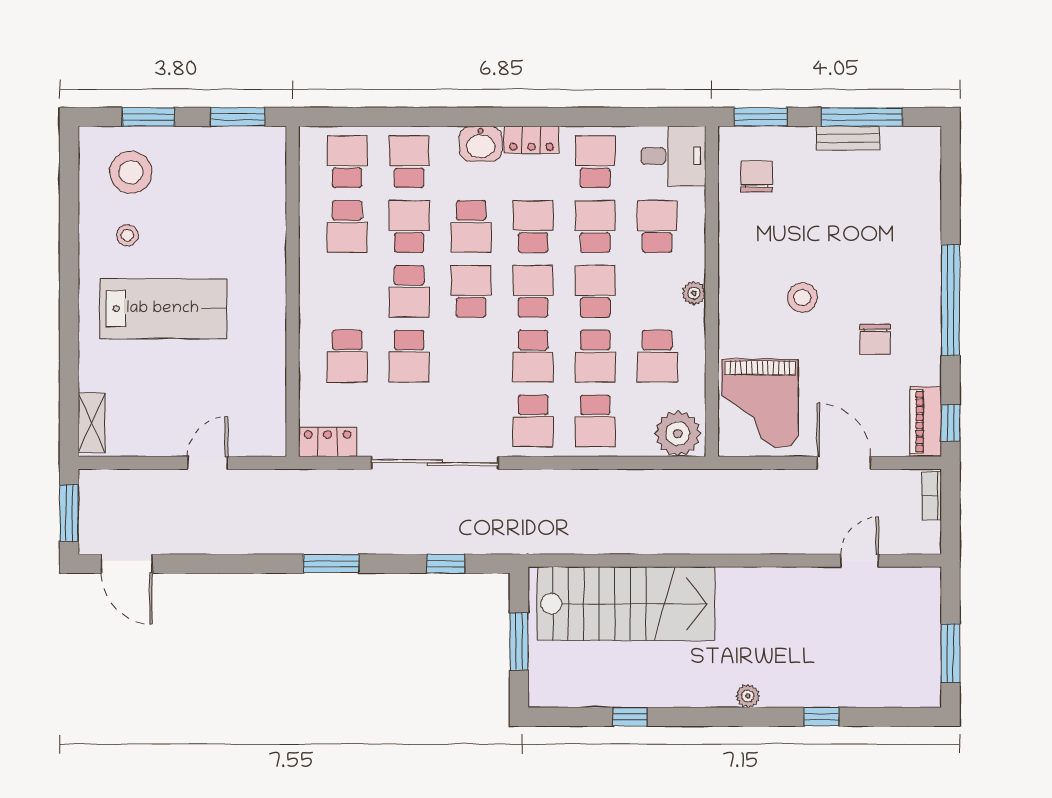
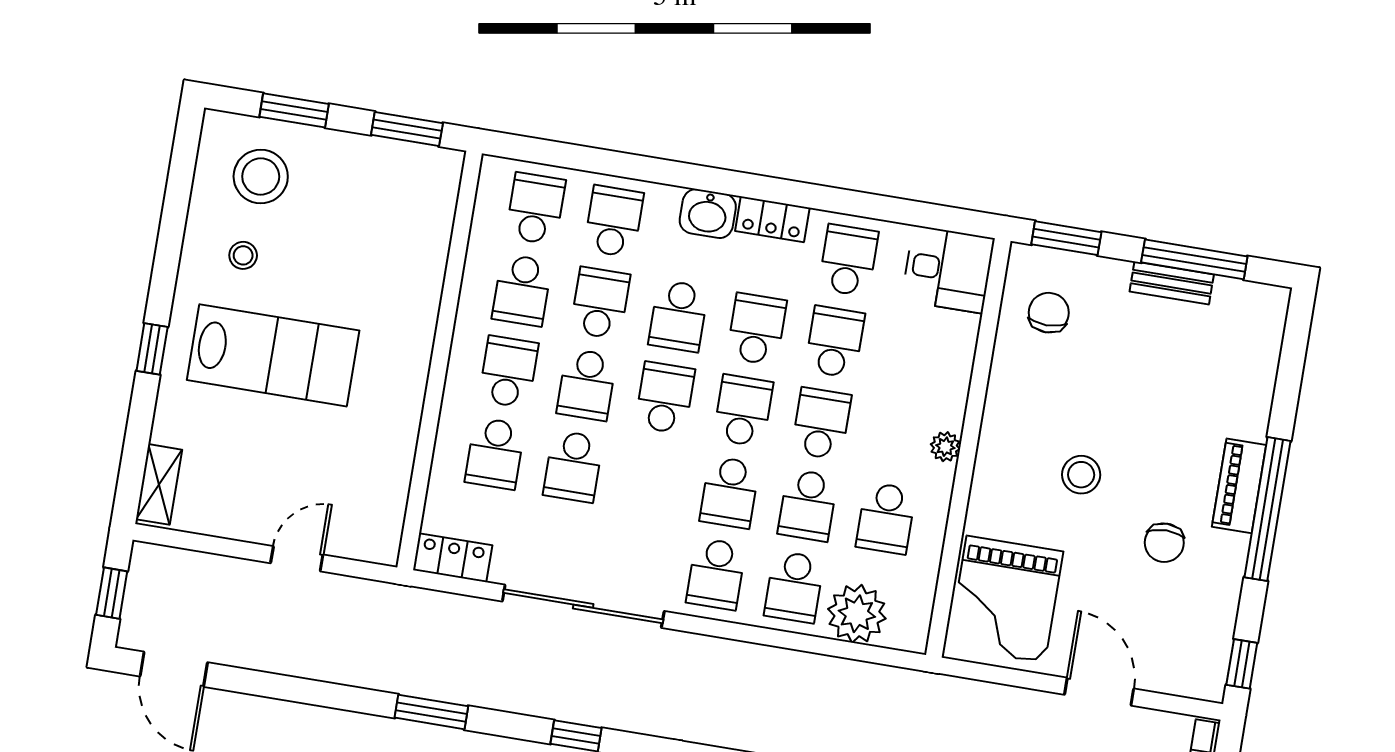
school desk: (657, 227) -> (508, 372), moved
window: (69, 319) -> (152, 349), added
piano: (926, 421) -> (1239, 486), moved
plant: (678, 434) -> (857, 614), moved
window: (69, 513) -> (112, 593), width x0.67

